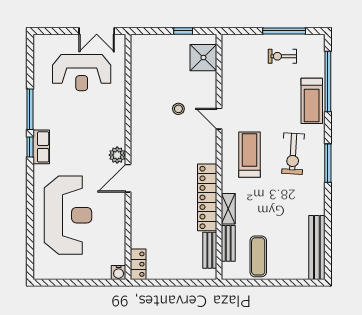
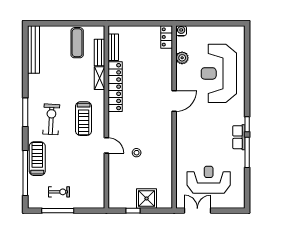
shower: (203, 58) -> (147, 198), moved
row of seats: (41, 147) -> (239, 137), moved
plant: (117, 155) -> (182, 58), moved

